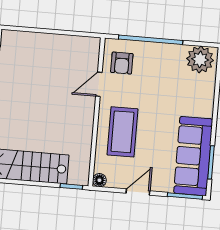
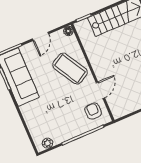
plant: (200, 59) -> (48, 143), width x0.53, depth x0.53
coffee table: (122, 132) -> (70, 69), turned -30

